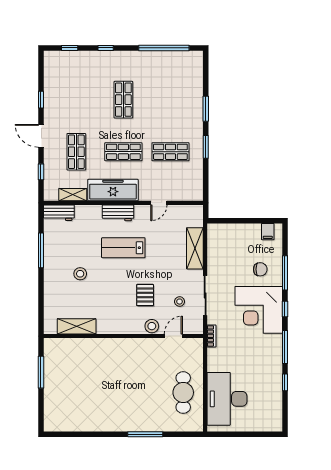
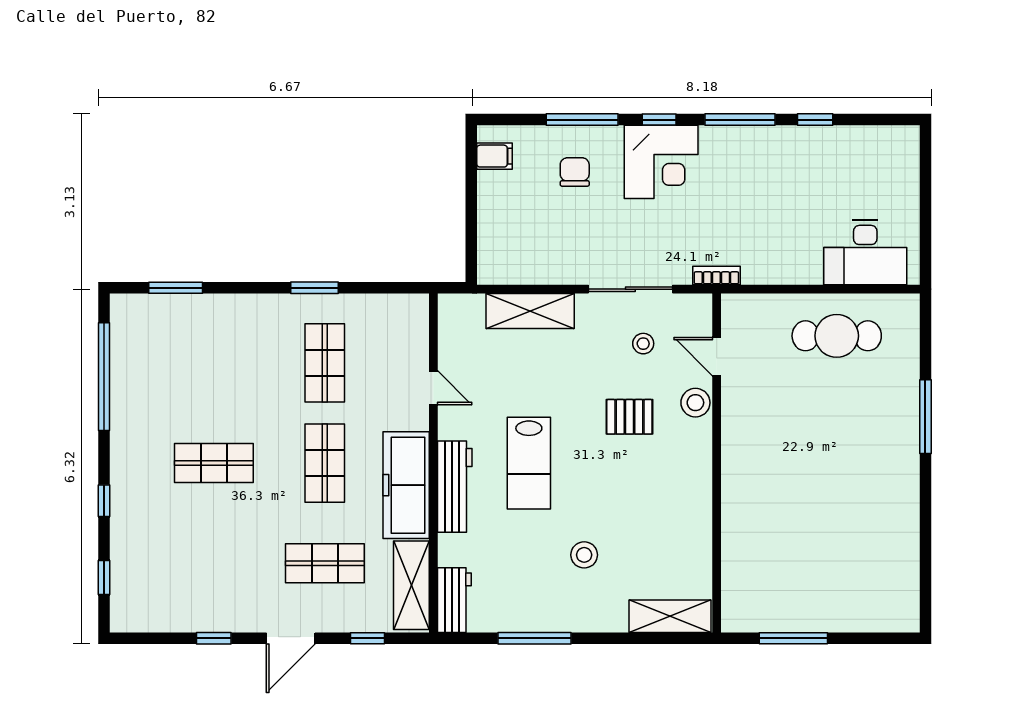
window: (206, 109) -> (176, 288), moved
shelving: (73, 195) -> (411, 585), width x1.50, depth x1.33
workbench: (118, 213) -> (455, 487), width x1.38
corner desk: (259, 310) -> (661, 162), width x0.74, depth x0.74
shelving: (77, 326) -> (670, 616), moved, turned 90
desk: (227, 399) -> (865, 253), width x0.73, depth x0.77

